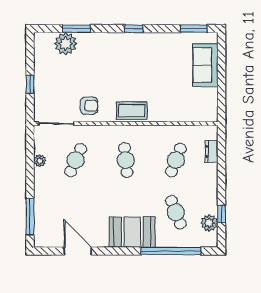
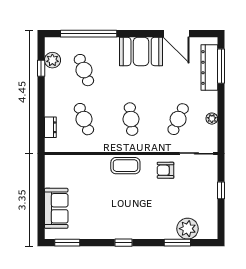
cafe table: (176, 160) -> (84, 119), turned -42
dresser: (42, 215) -> (209, 68), added
booth: (132, 232) -> (141, 51), moved

